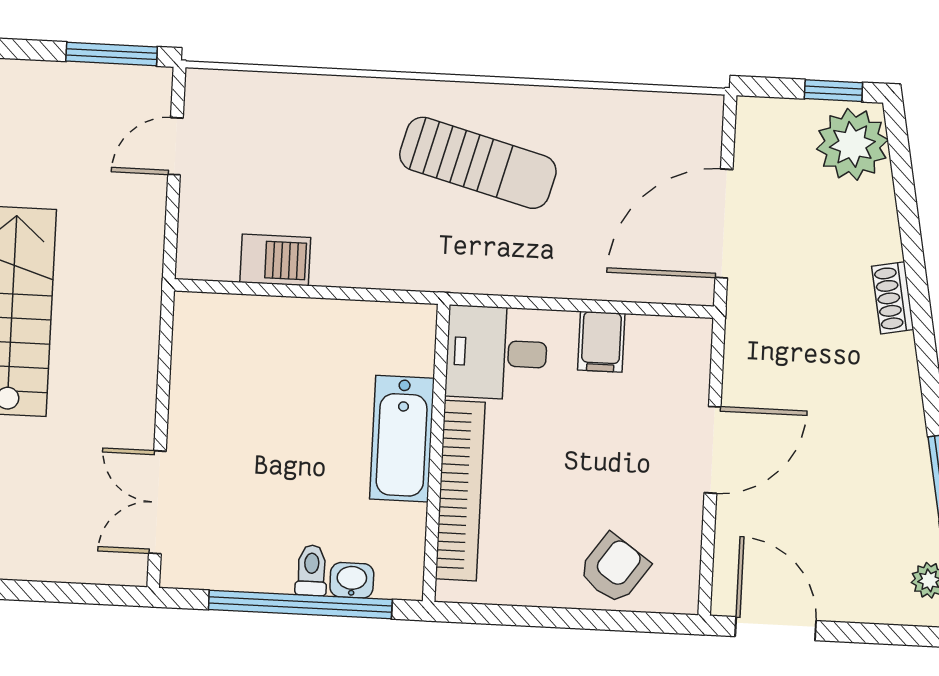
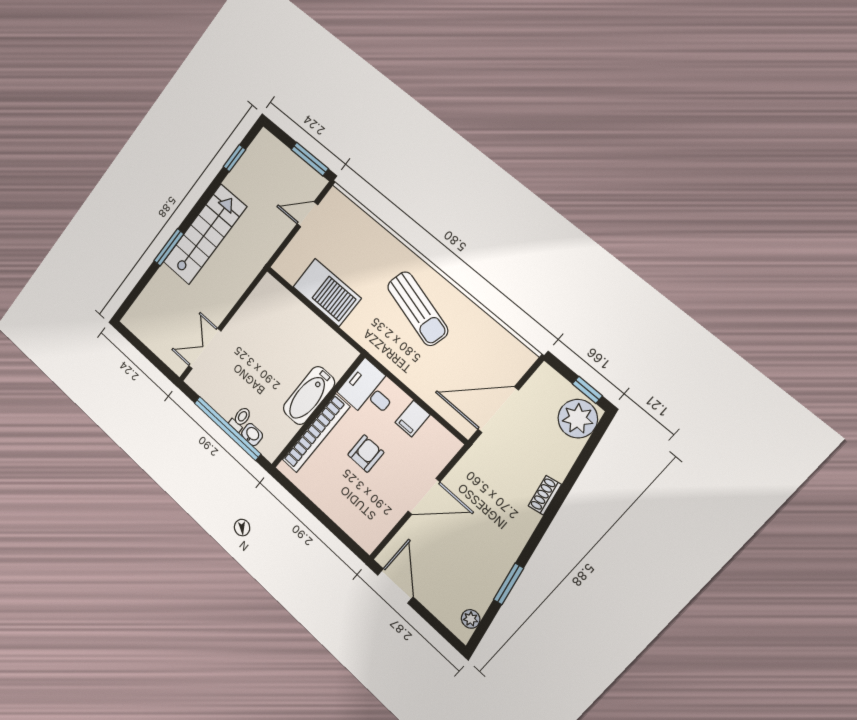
barbecue: (275, 260) -> (327, 293), width x1.88, depth x1.53
armchair: (614, 569) -> (366, 454), moved, turned -35

